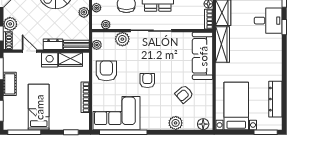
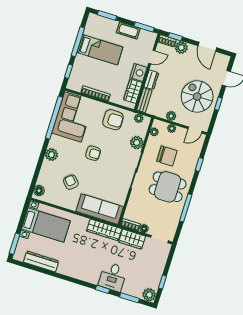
plant: (176, 123) -> (51, 155), moved
window: (24, 132) -> (78, 42), moved

